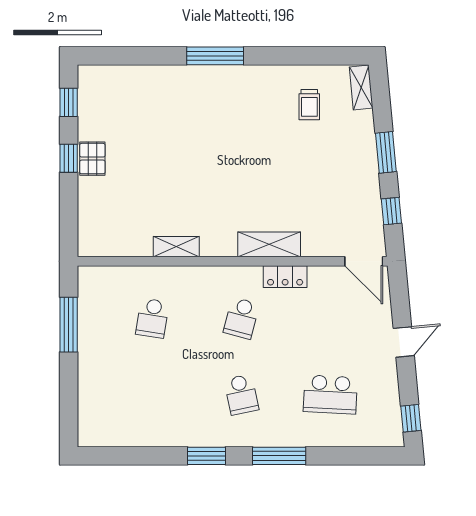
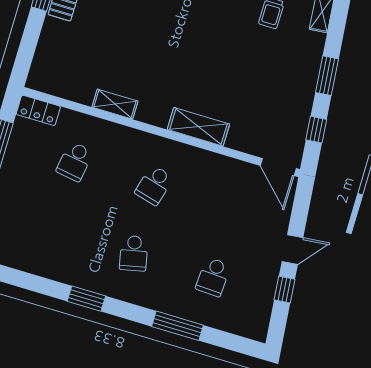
locker: (285, 277) -> (38, 110), moved
school desk: (330, 395) -> (213, 277), width x0.54
window: (411, 418) -> (285, 290), moved
window: (279, 456) -> (177, 326), moved

